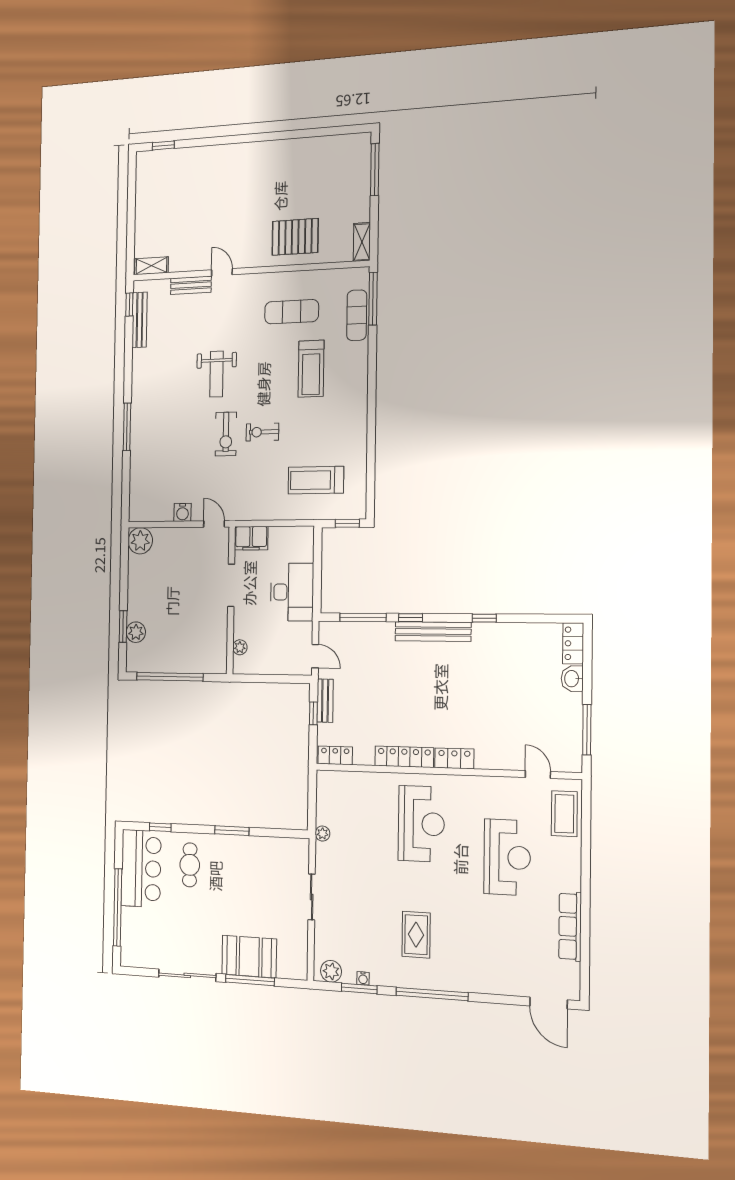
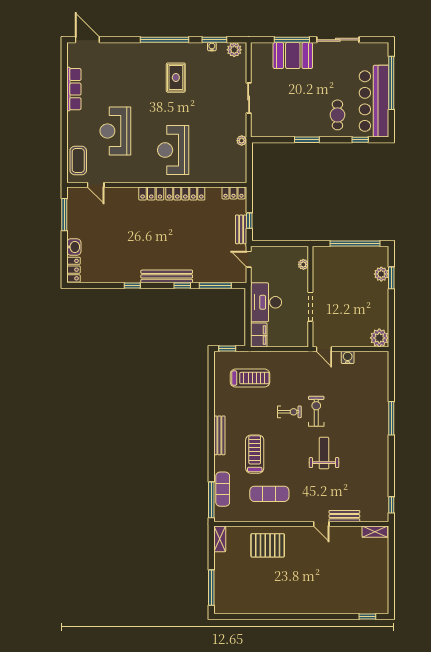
bench: (140, 320) -> (219, 435), moved
filing cabinet: (251, 538) -> (259, 335), moved, turned 90
bar counter: (141, 868) -> (374, 101), width x1.36

